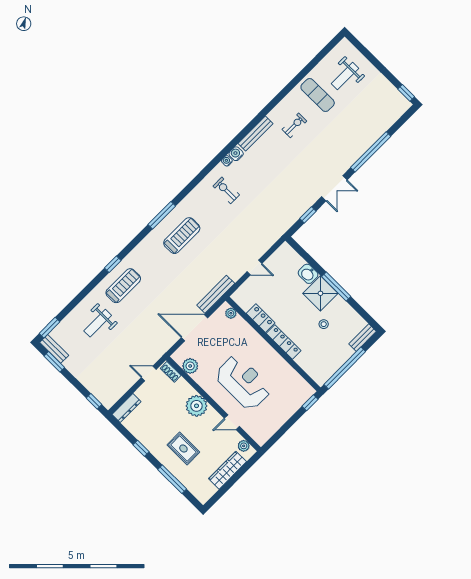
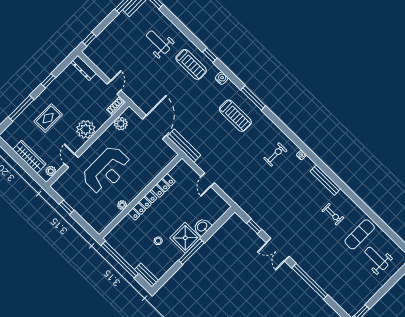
water cooler: (236, 154) -> (222, 78), moved
plant: (231, 313) -> (122, 205), moved
window: (310, 403) -> (67, 207), moved

